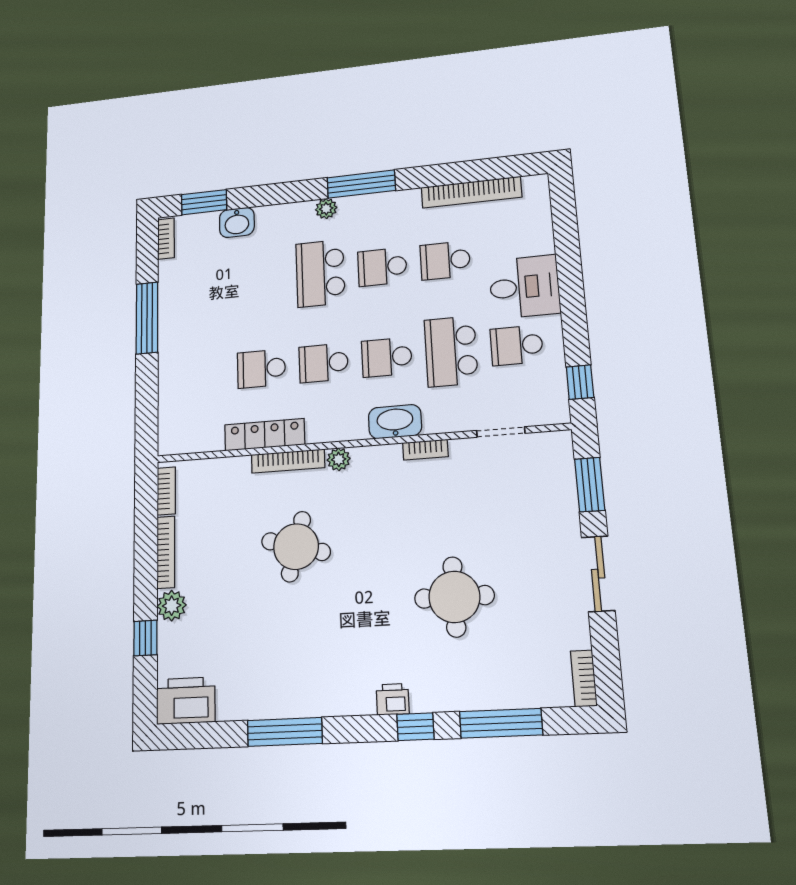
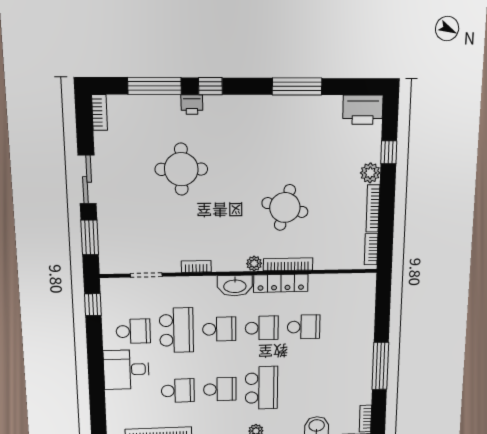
washbasin: (395, 422) -> (235, 286), moved
locker: (265, 435) -> (281, 283), moved
printer: (393, 699) -> (192, 104), moved

